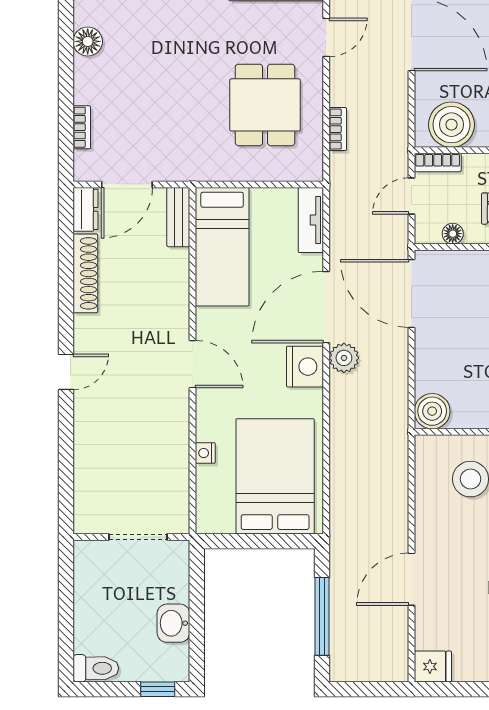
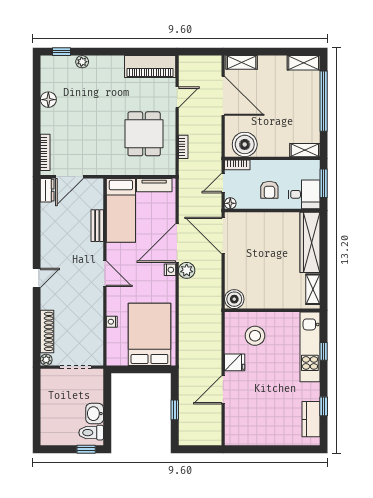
bookcase: (82, 127) -> (45, 152), width x1.56
bench: (178, 217) -> (97, 226), moved
tv unit: (311, 220) -> (154, 185), moved, turned -90
floor lamp: (453, 234) -> (230, 203), moved
shoe rack: (85, 273) -> (47, 331), moved
nightstand: (305, 367) -> (170, 270), width x0.53, depth x0.56
plant: (84, 524) -> (46, 360), added
window: (322, 616) -> (175, 410), width x0.46
fridge: (433, 667) -> (235, 362), moved
toilet: (96, 668) -> (91, 433), moved, turned 180

